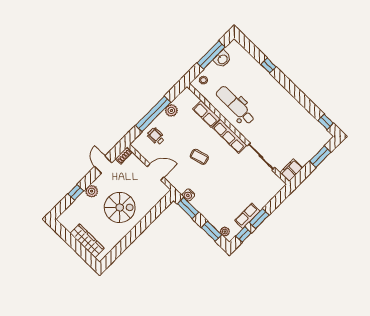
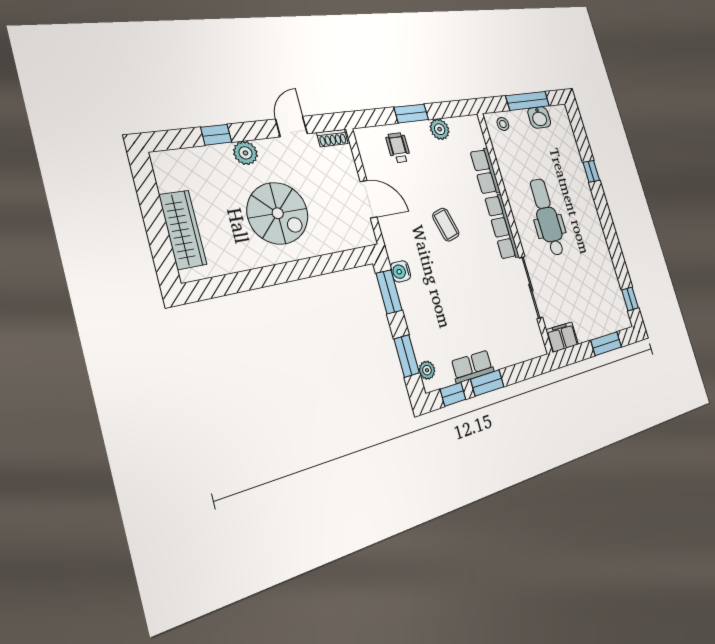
dental chair: (235, 105) -> (547, 217), moved
window: (153, 114) -> (411, 113), width x0.47

